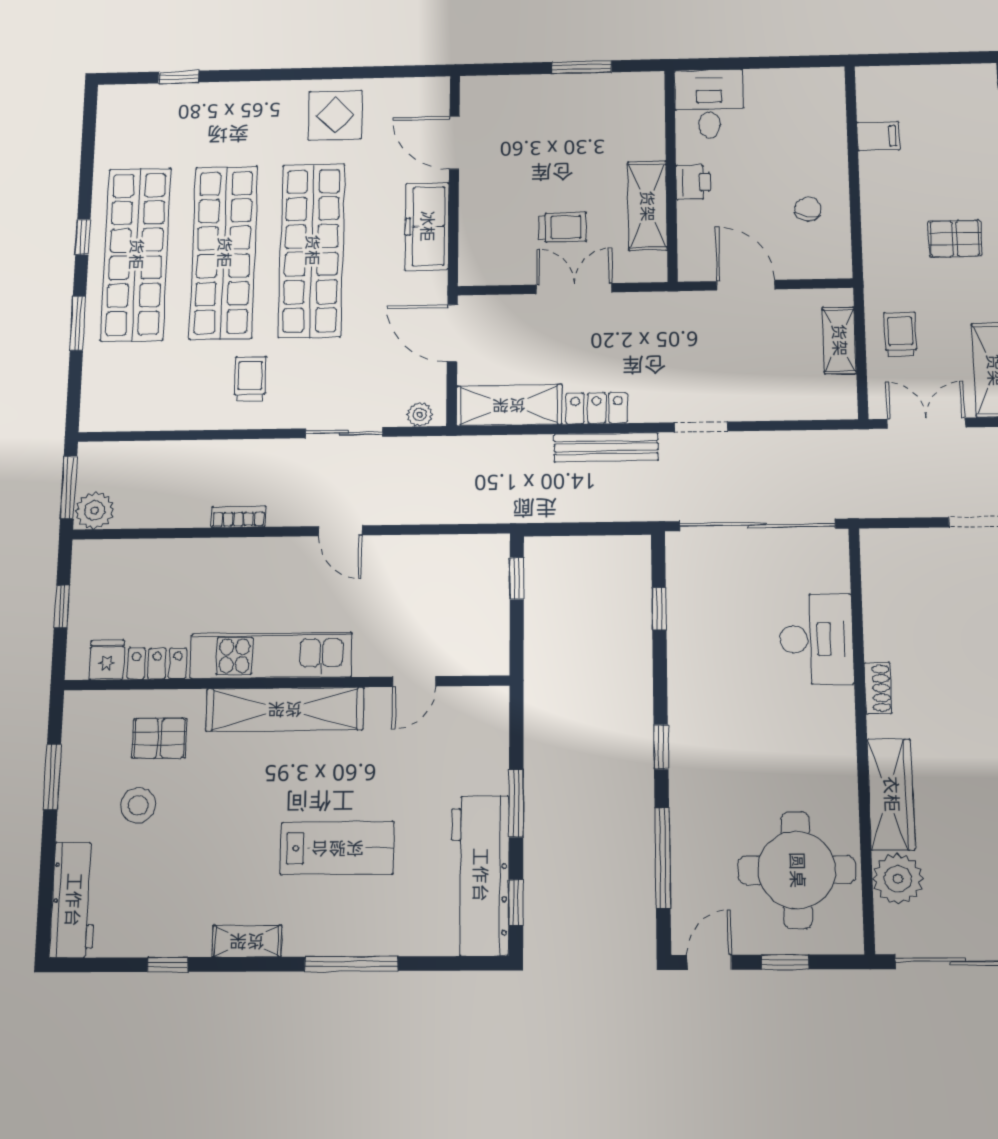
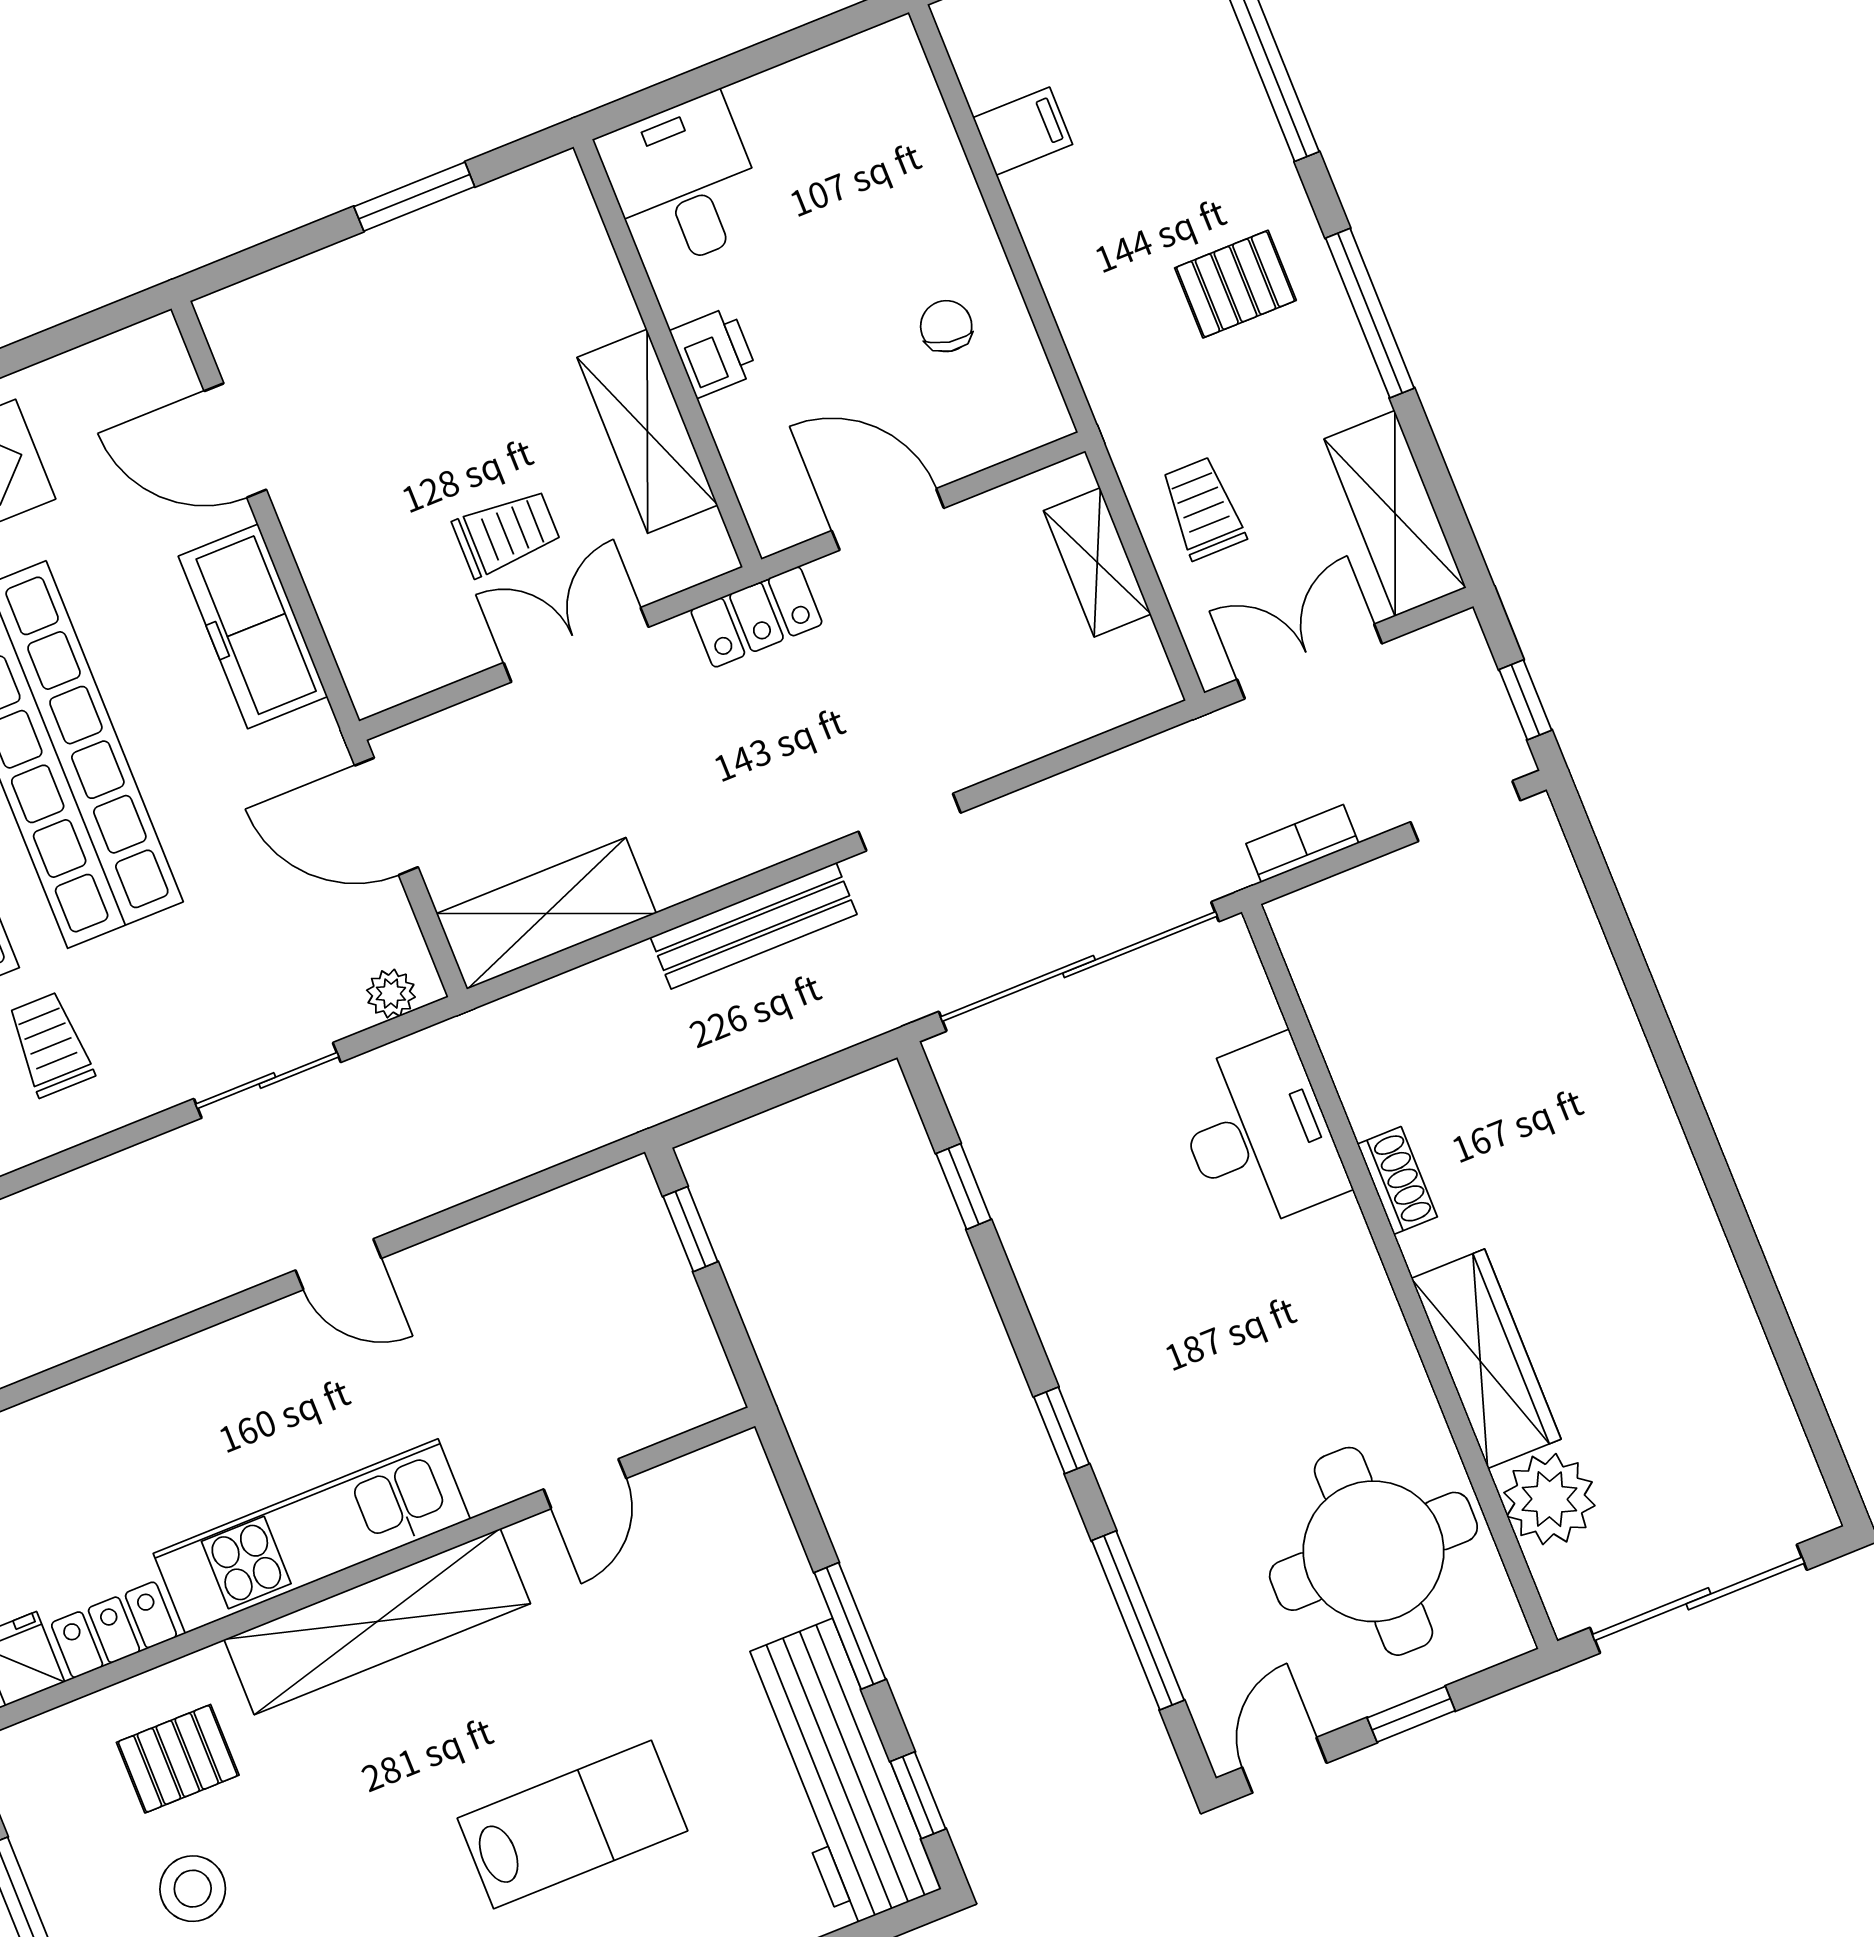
locker: (597, 408) -> (757, 617), moved, turned 180
bookcase: (239, 517) -> (1302, 843), moved

